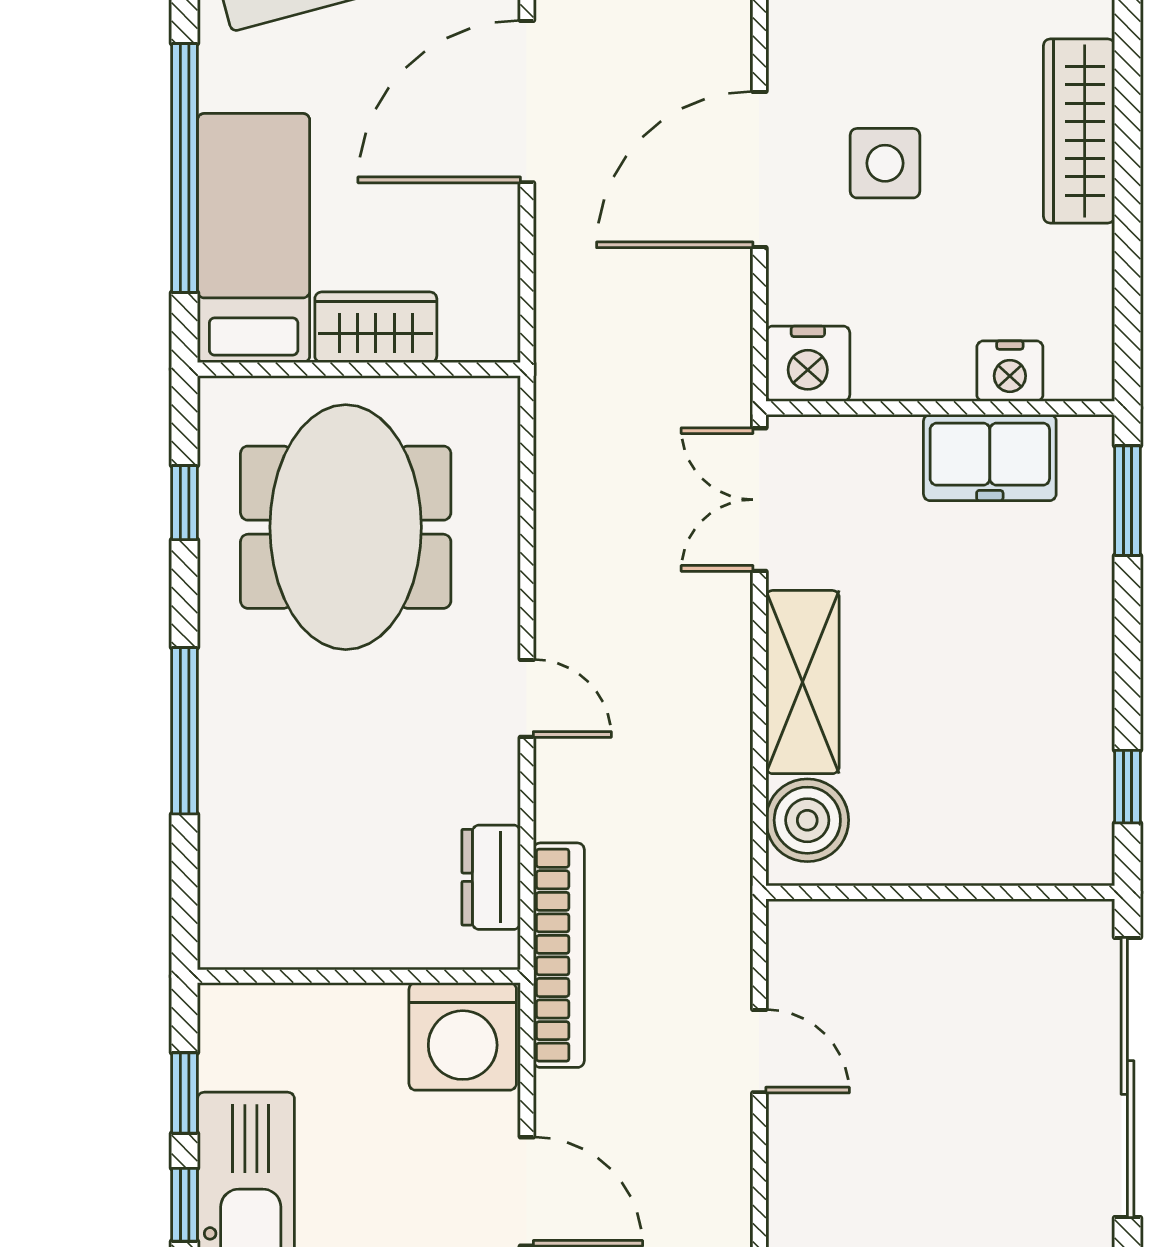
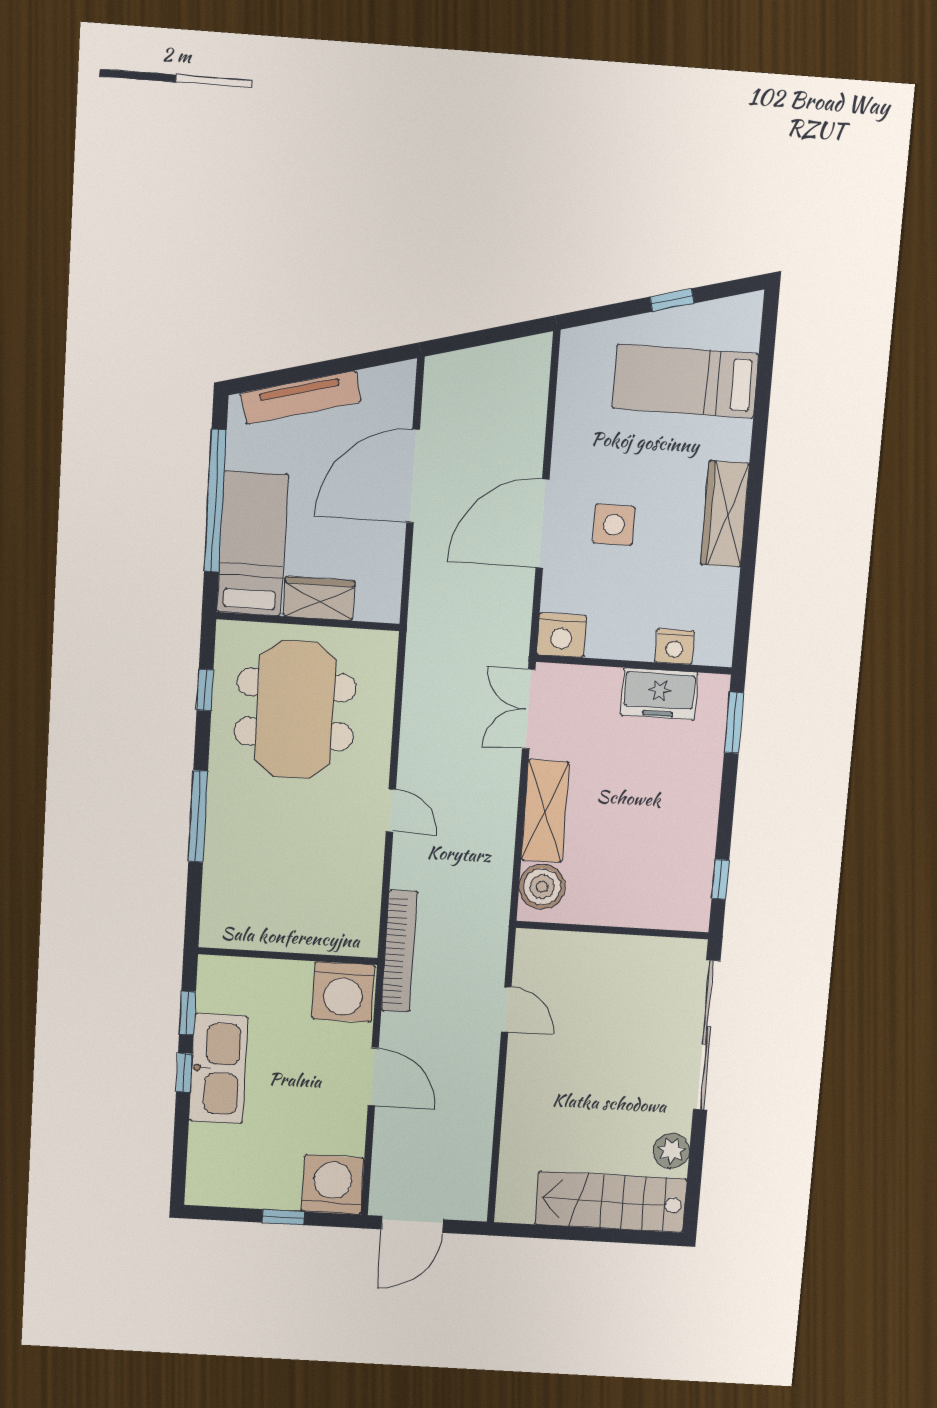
dresser: (491, 877) -> (365, 907), removed

